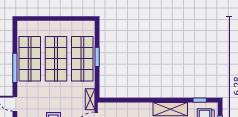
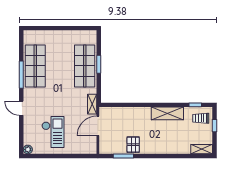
shop shelf: (56, 59) -> (60, 66), removed

